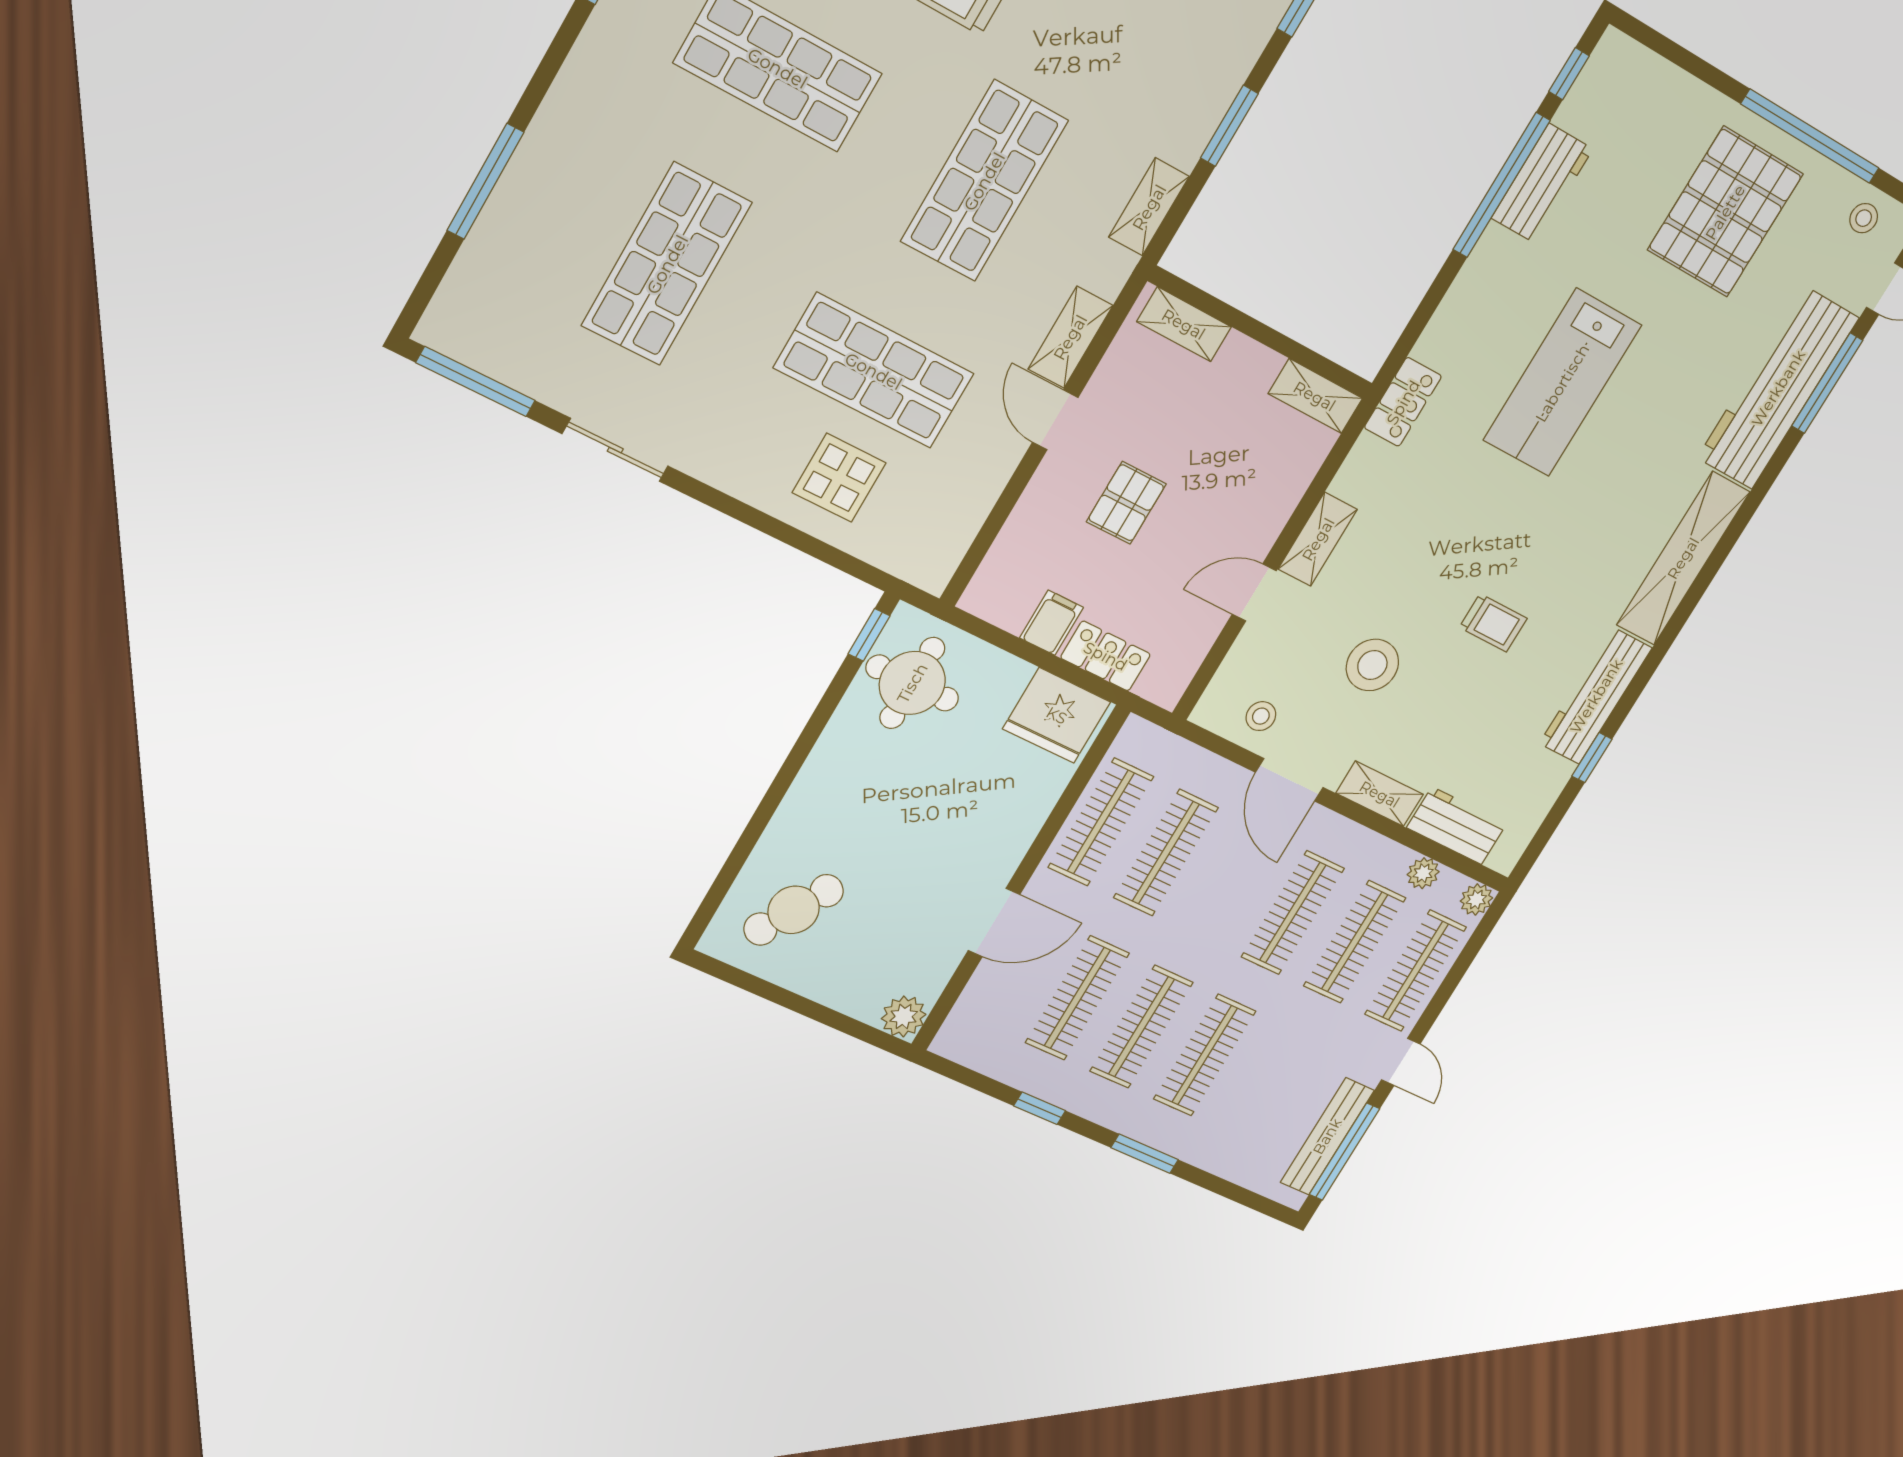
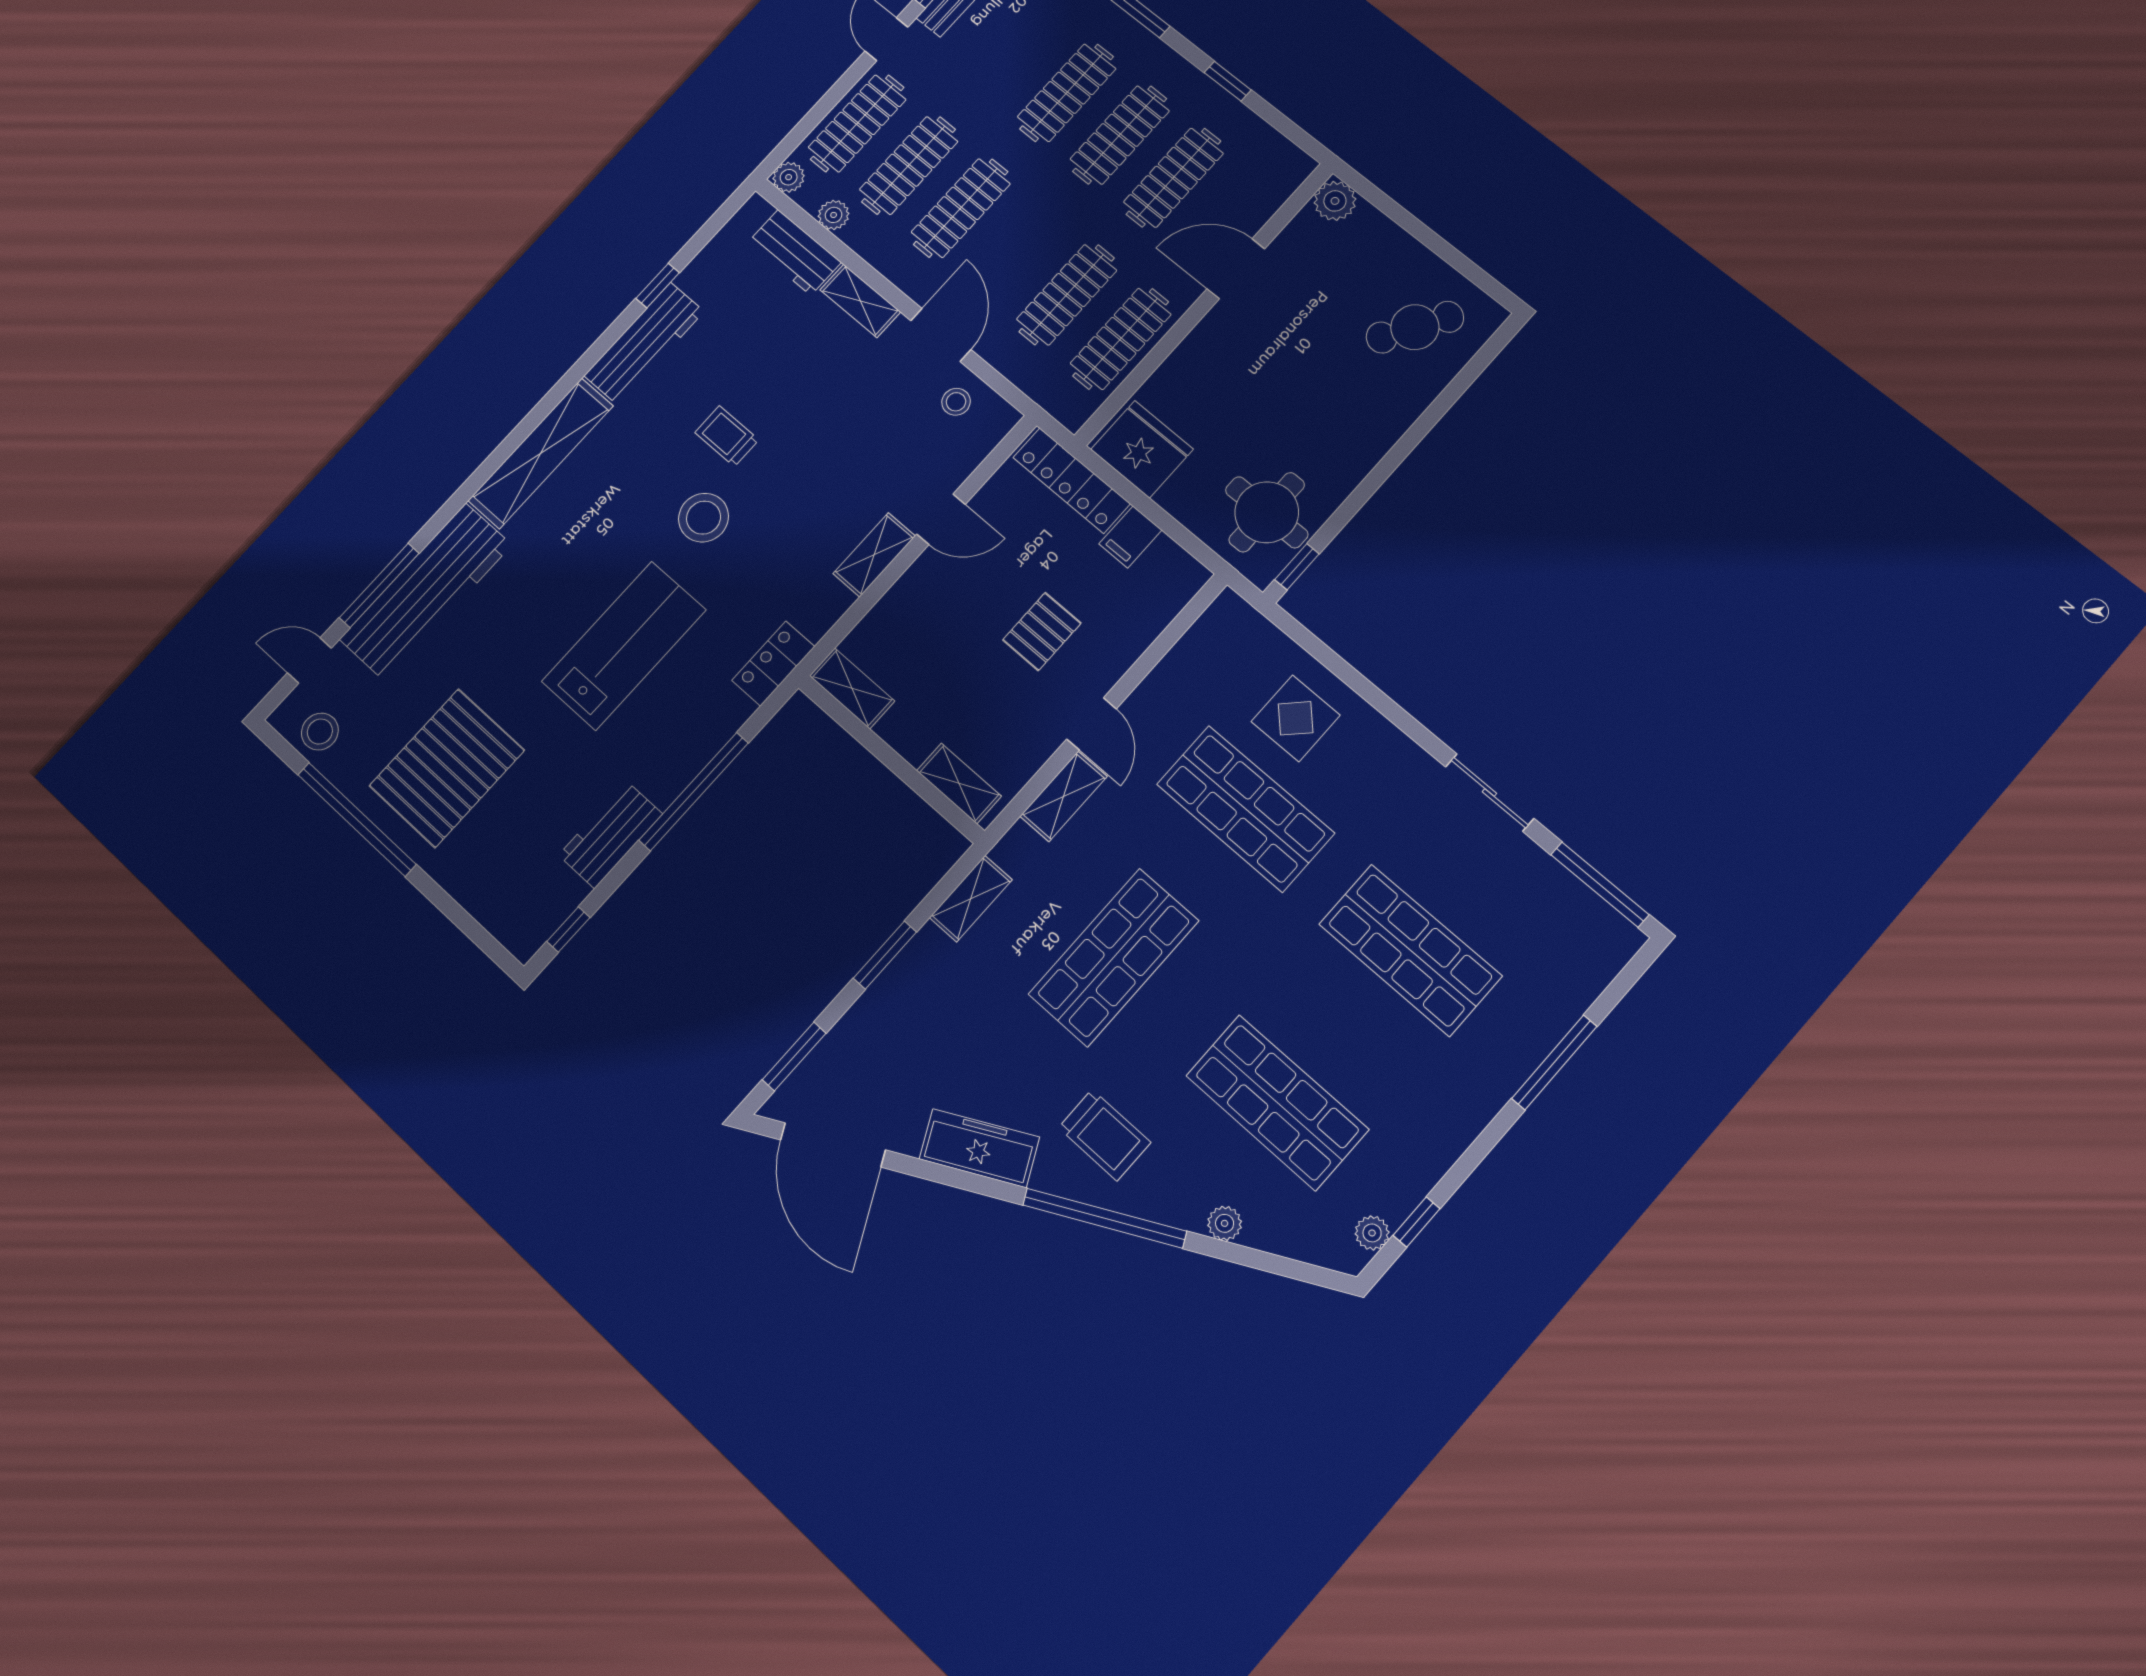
window: (1501, 185) -> (694, 792), moved
stool: (1864, 218) -> (320, 732), width x1.37, depth x1.37
shop shelf: (667, 264) -> (1410, 950), turned 90
locker: (1106, 656) -> (1072, 481), width x1.53
stool: (1372, 665) -> (704, 518), moved

